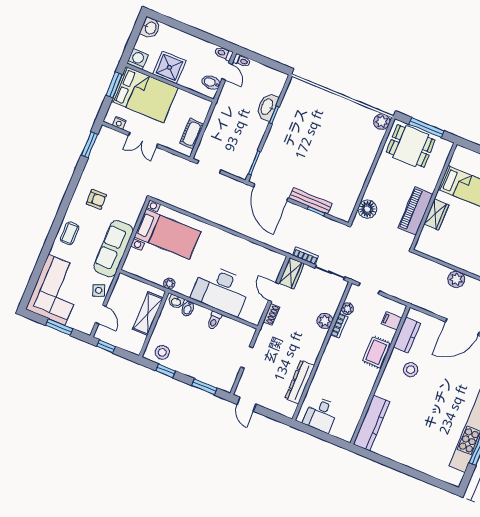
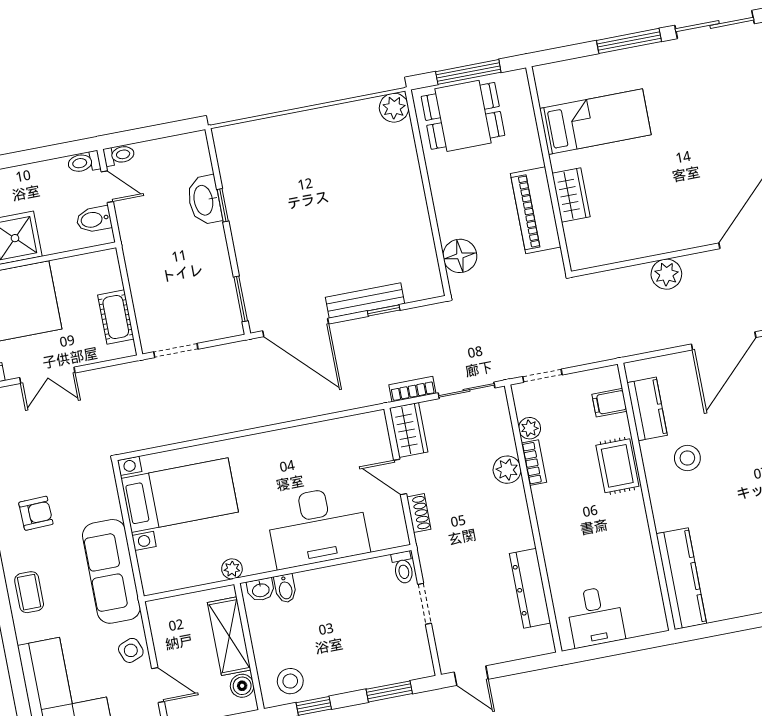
toilet: (214, 320) -> (403, 568), moved
boiler: (139, 340) -> (242, 686), added

